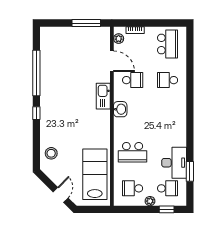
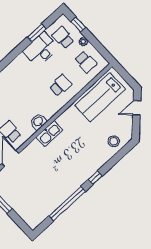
kitchen sink: (103, 96) -> (49, 134), moved
school desk: (133, 152) -> (60, 85), width x0.54

